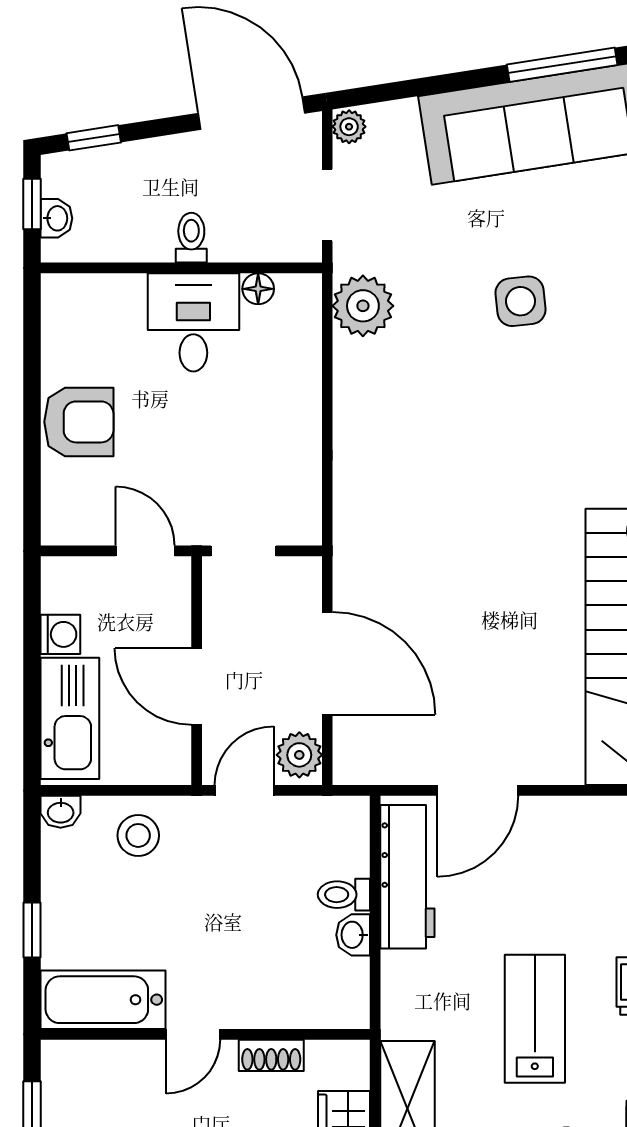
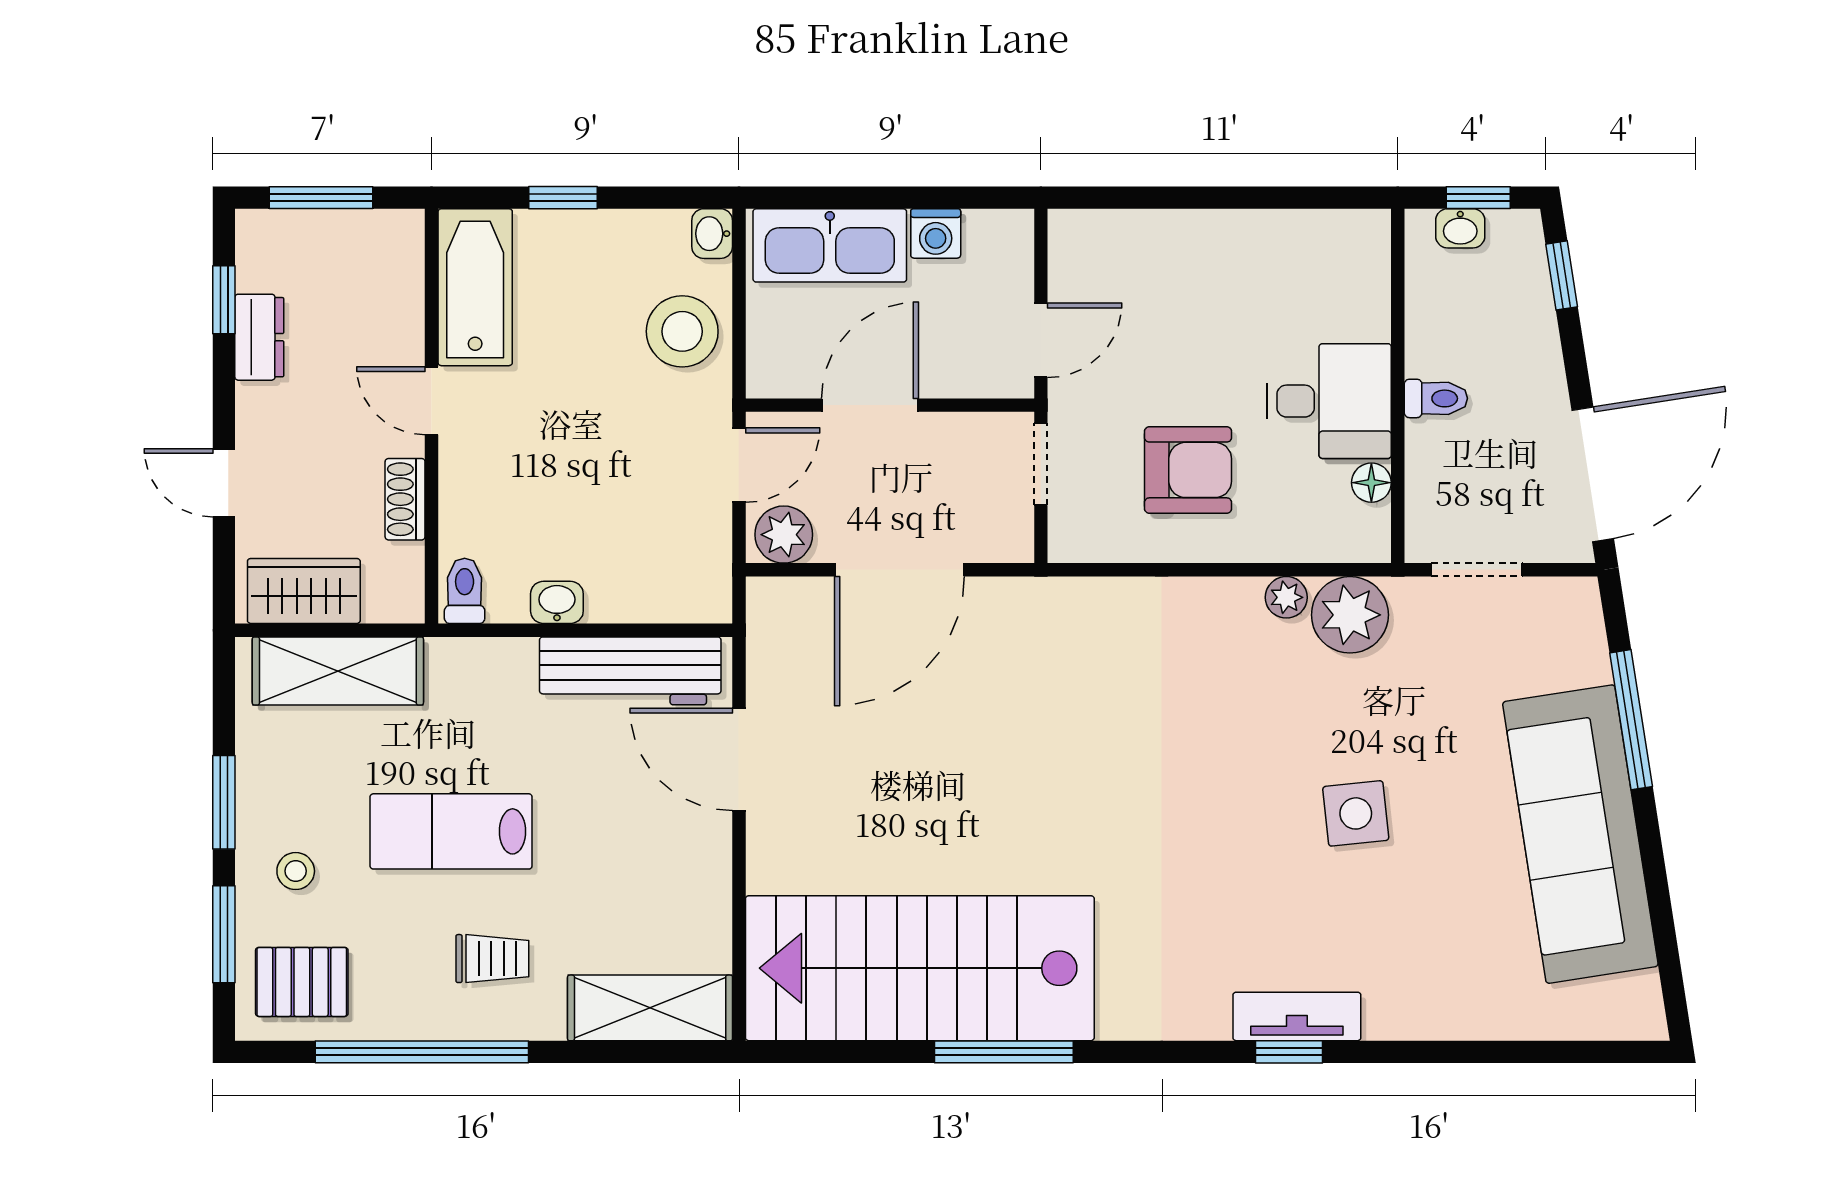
window: (562, 65) -> (1631, 720), moved
plant: (349, 127) -> (1286, 597), moved
armchair: (79, 422) -> (1188, 470), moved, turned -90
door: (244, 790) -> (739, 465), hinge flipped
stool: (138, 835) -> (682, 331), width x1.38, depth x1.38
toilet: (344, 895) -> (465, 591), moved
lab bench: (535, 1019) -> (451, 831), turned 180

